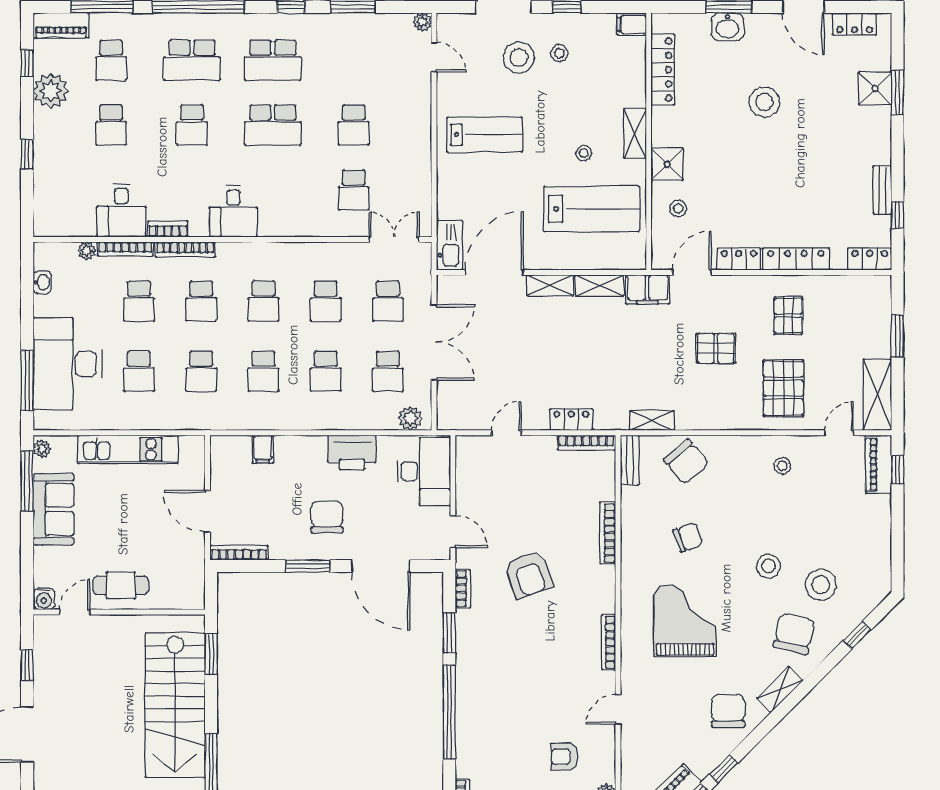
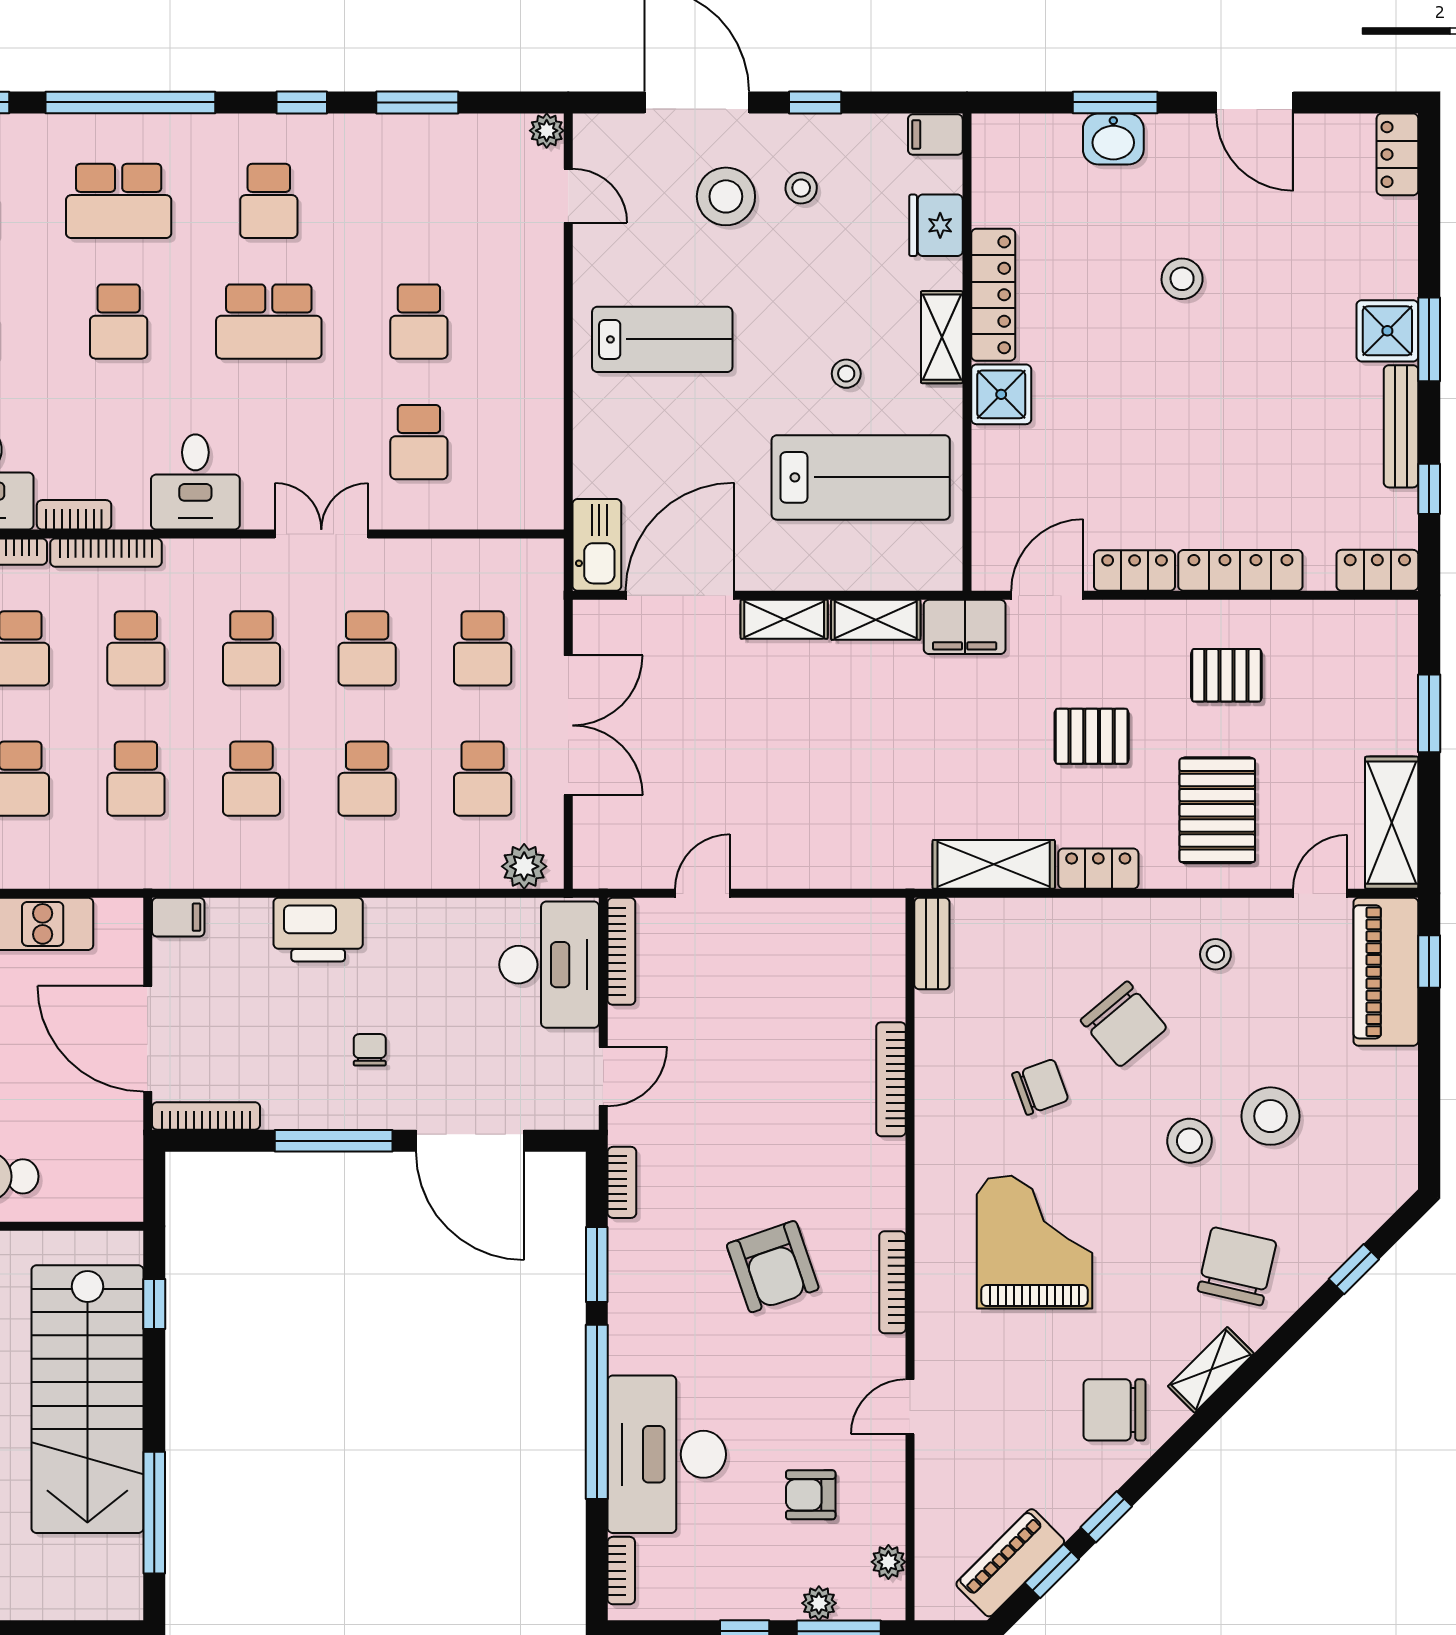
locker: (854, 24) -> (1397, 154), moved, turned 90
school desk: (273, 60) -> (269, 201), width x0.54
locker: (663, 70) -> (993, 295), moved
fridge: (632, 73) -> (936, 225), added
shower: (875, 88) -> (1387, 331), moved
window: (897, 92) -> (1429, 339), moved
stool: (764, 102) -> (1182, 279), width x0.73, depth x0.73
bench: (882, 190) -> (1401, 426), width x1.36
stool: (678, 208) -> (1022, 476), removed
double door: (394, 239) -> (321, 534), moved
pallet: (788, 315) -> (1226, 675), turned 90
locker: (571, 420) -> (1098, 869), moved
shelving: (652, 421) -> (994, 864), width x1.50, depth x1.33
bookcase: (586, 443) -> (621, 951), moved, turned -90
filing cabinet: (263, 449) -> (178, 917), moved, turned -90
printer: (352, 452) -> (318, 930), moved
chair: (686, 462) -> (1124, 1024), moved
piano: (879, 464) -> (1386, 972), width x1.37, depth x1.33
door: (208, 511) -> (148, 1039), width x1.36
chair: (327, 517) -> (370, 1050), width x0.54, depth x0.54
door: (453, 531) -> (603, 1076), hinge flipped
window: (308, 566) -> (334, 1141), width x1.44
armchair: (529, 574) -> (773, 1267), moved
stool: (821, 585) -> (1270, 1116), moved
window: (211, 654) -> (154, 1304), width x0.67
chair: (728, 711) -> (1115, 1410), turned -90
desk: (487, 735) -> (667, 1454), added

